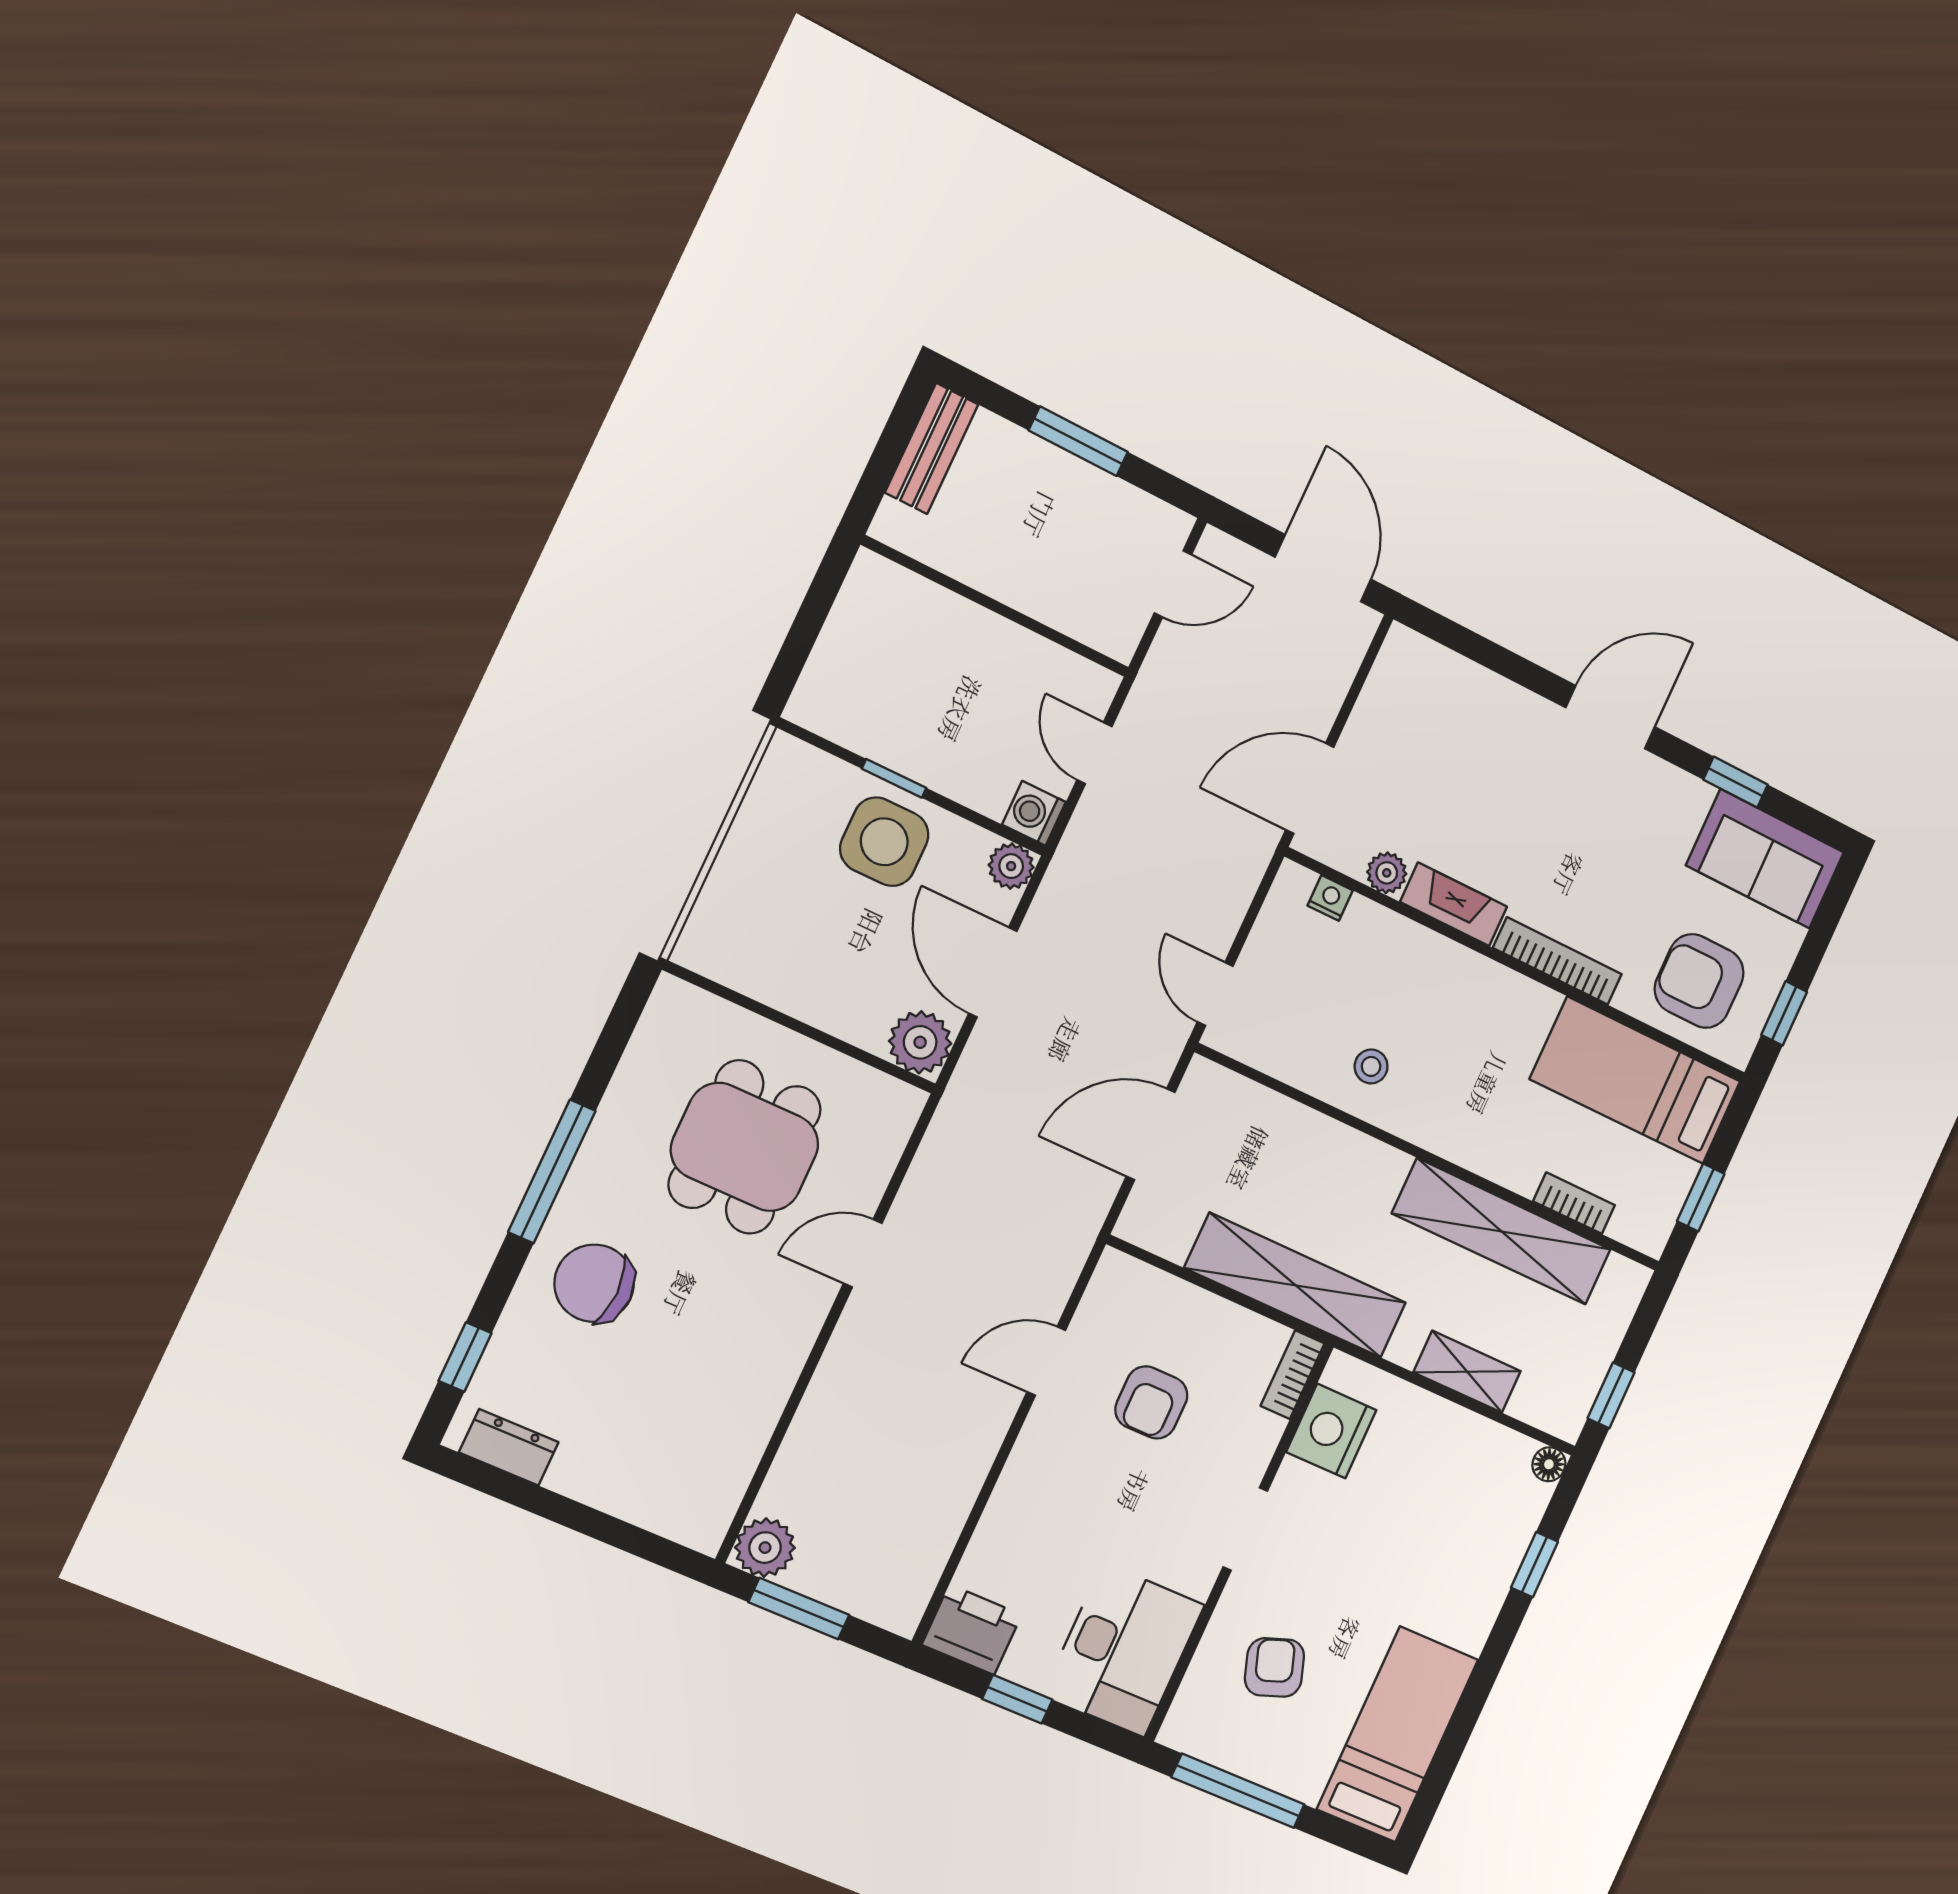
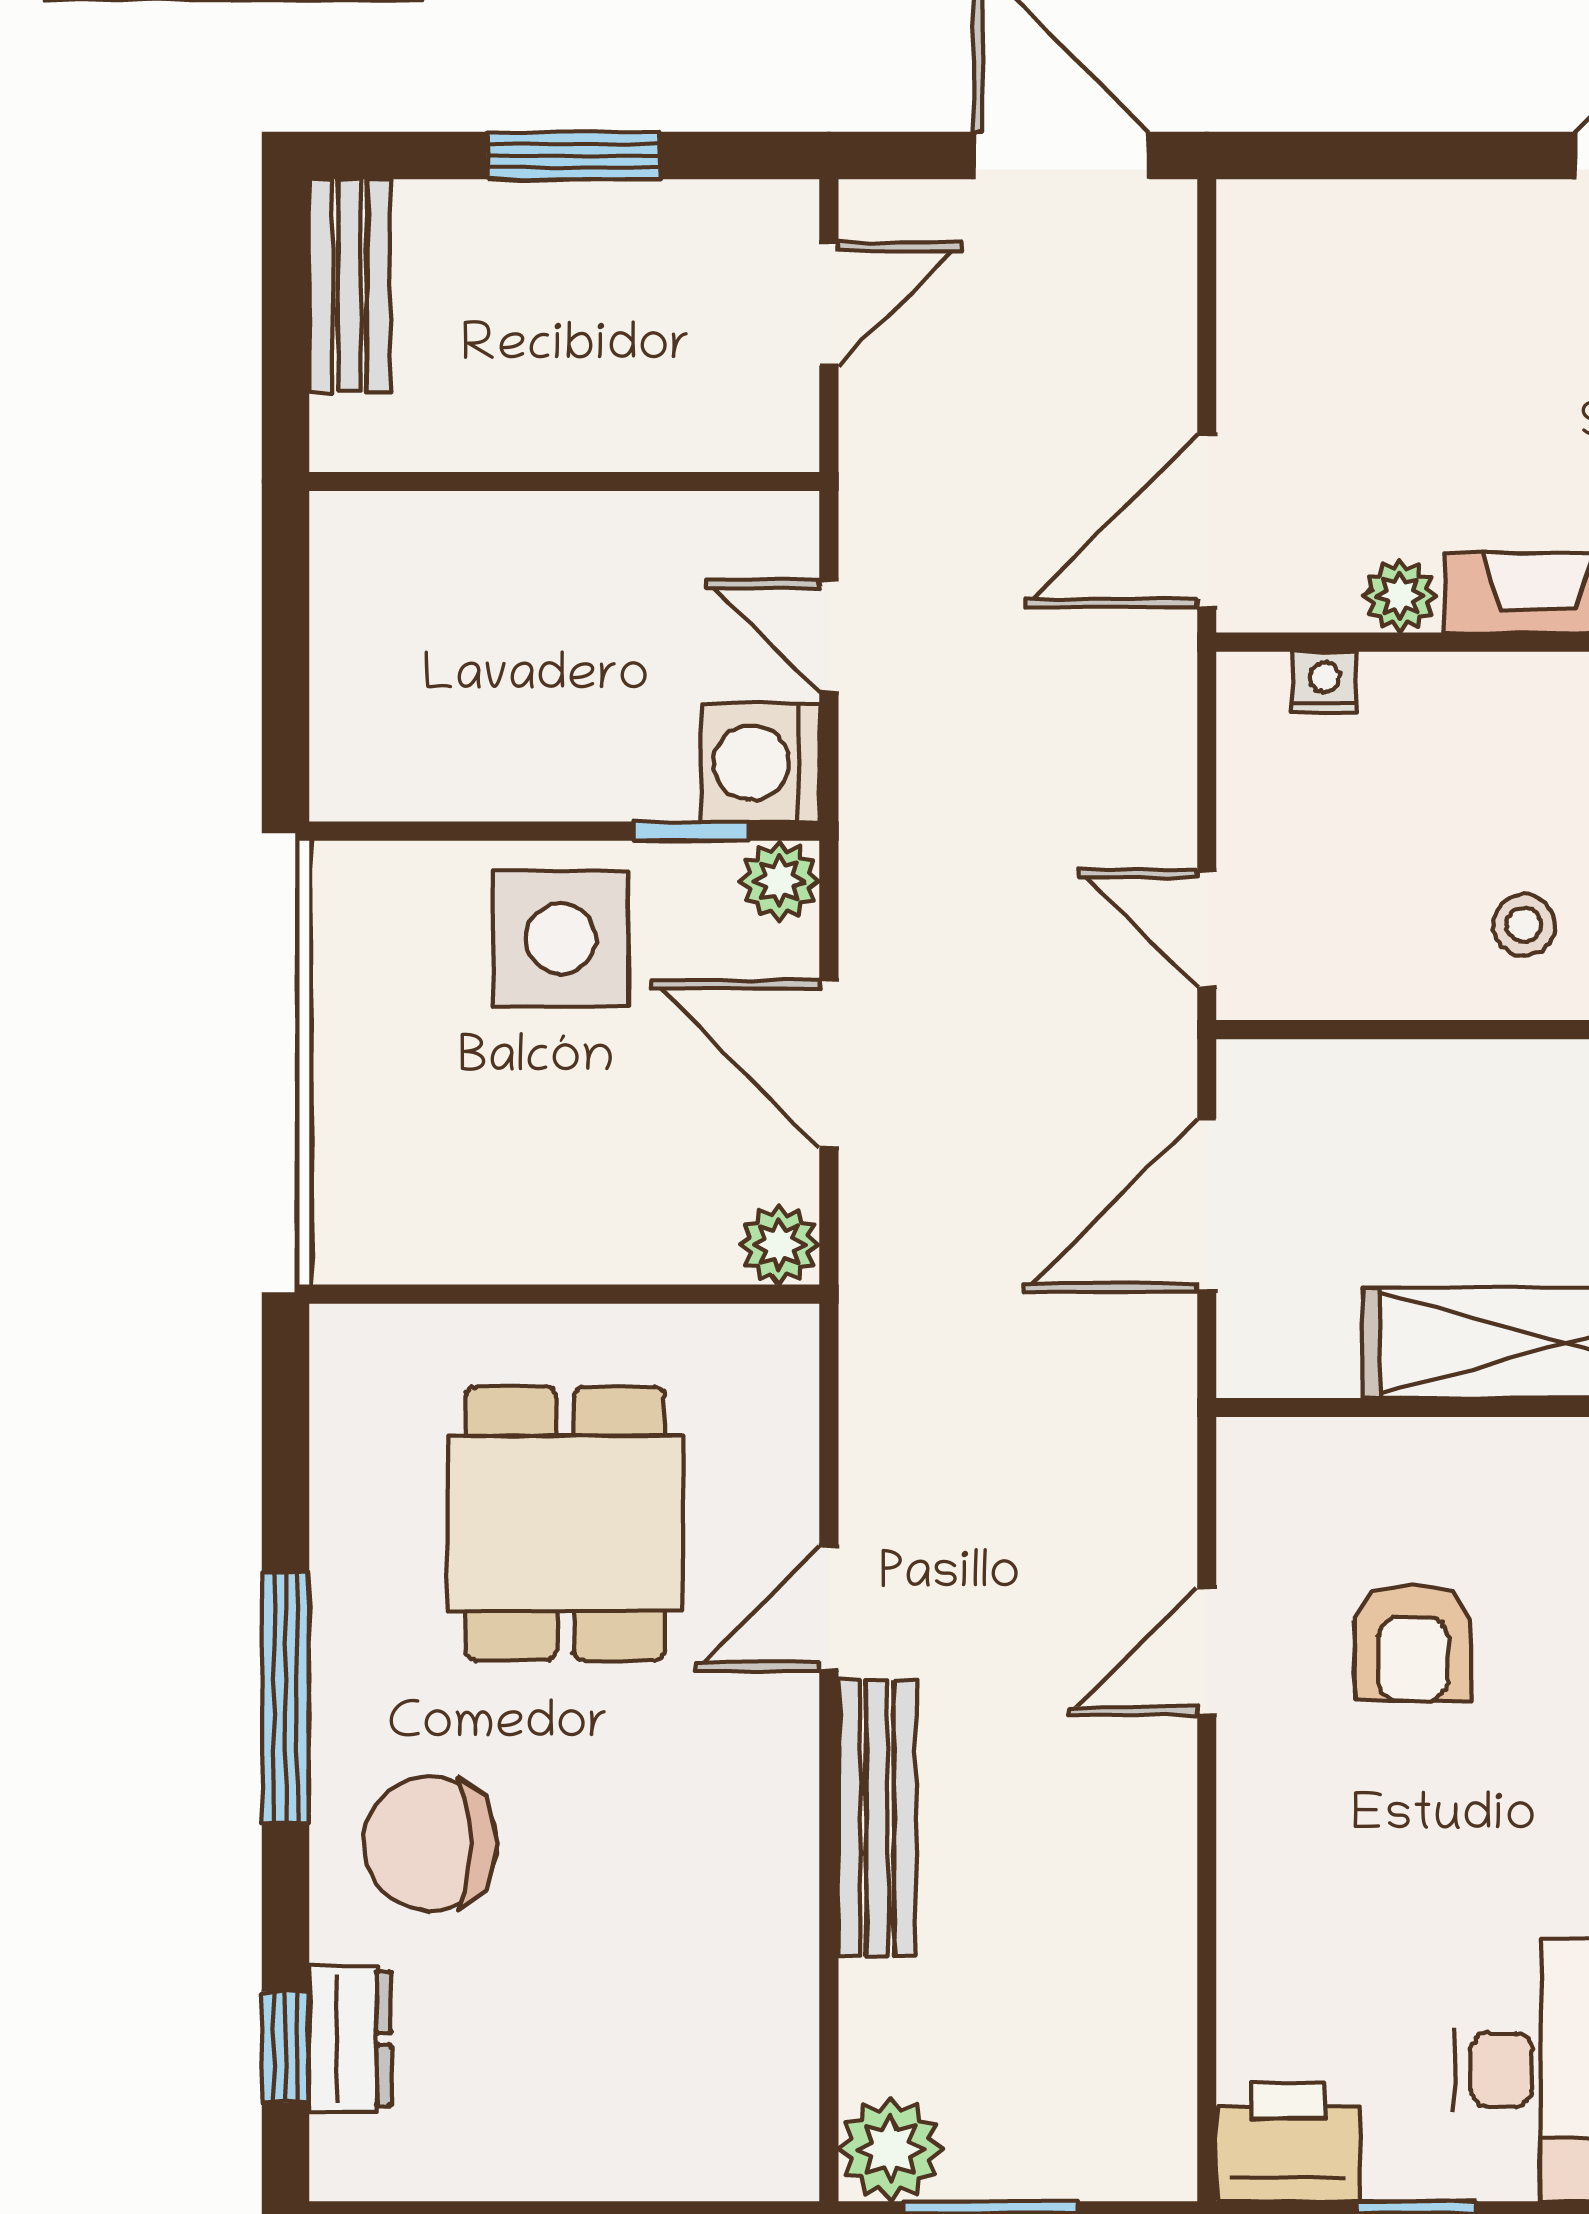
window: (894, 778) -> (691, 831), moved
washing machine: (1034, 813) -> (761, 763), width x1.38, depth x1.38
plant: (920, 1042) -> (779, 1245), width x0.73, depth x0.73
bench: (838, 1373) -> (877, 1818), added
dresser: (509, 1447) -> (350, 2039), moved, turned 90

